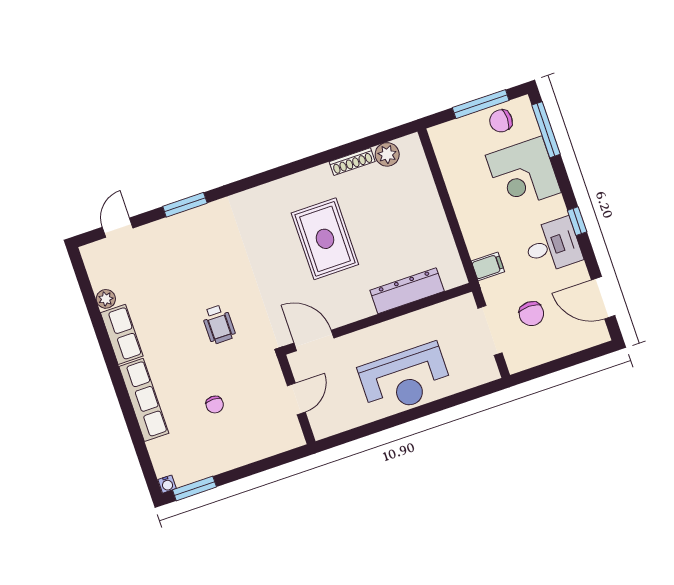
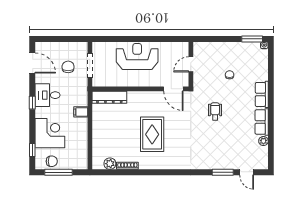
window: (546, 130) -> (32, 150), width x0.46
window: (185, 205) -> (223, 172), moved
door: (118, 228) -> (247, 172), hinge flipped
filing cabinet: (488, 266) -> (81, 112), moved
dresser: (407, 291) -> (109, 97), moved
row of seats: (144, 400) -> (262, 94), width x0.68

